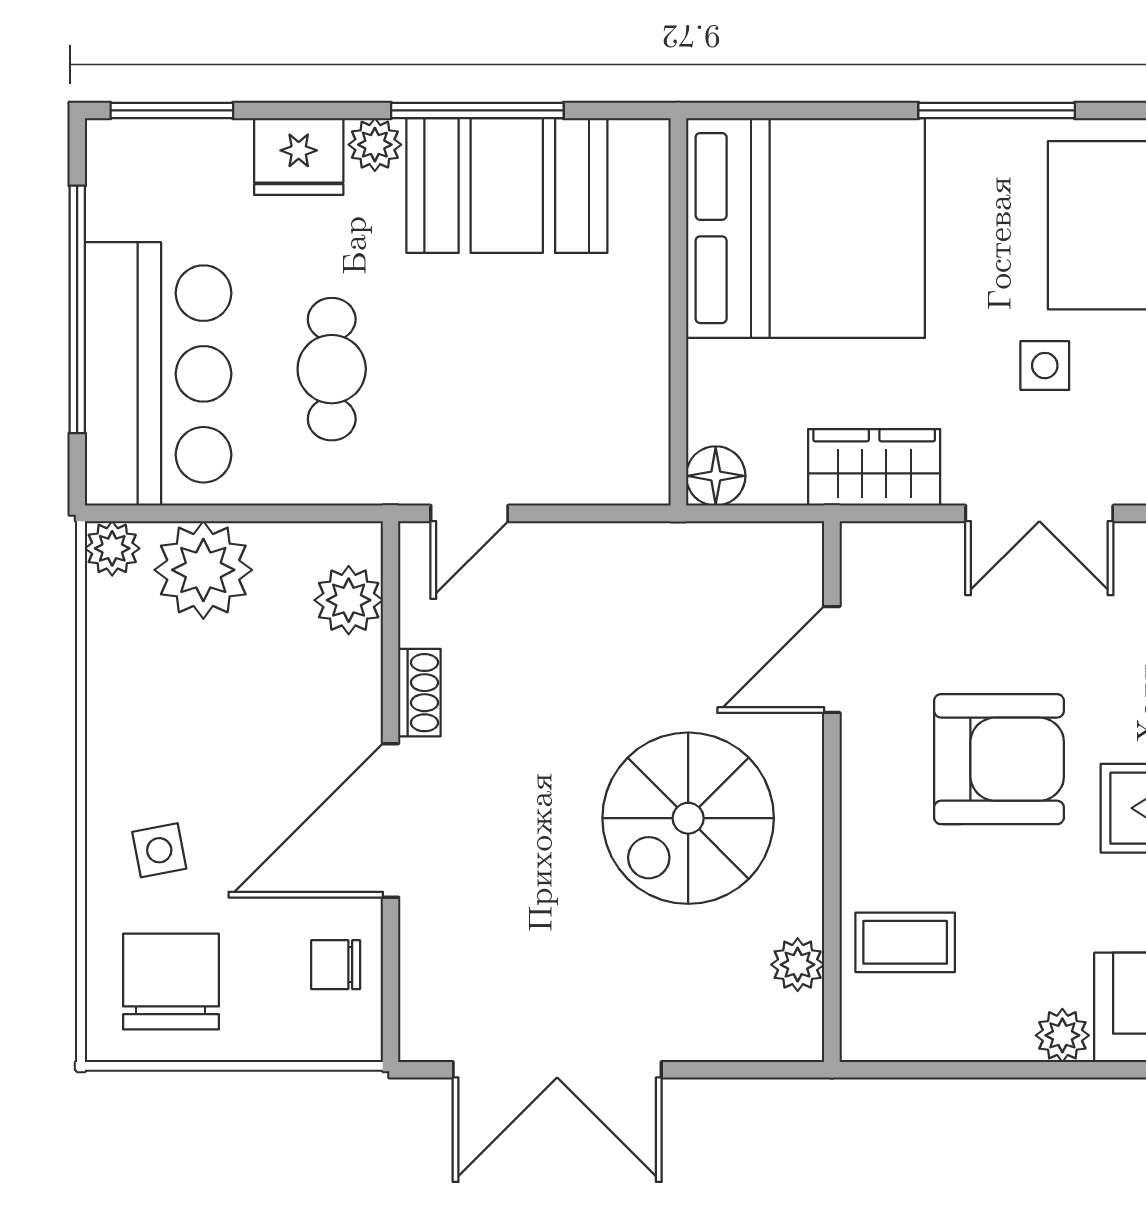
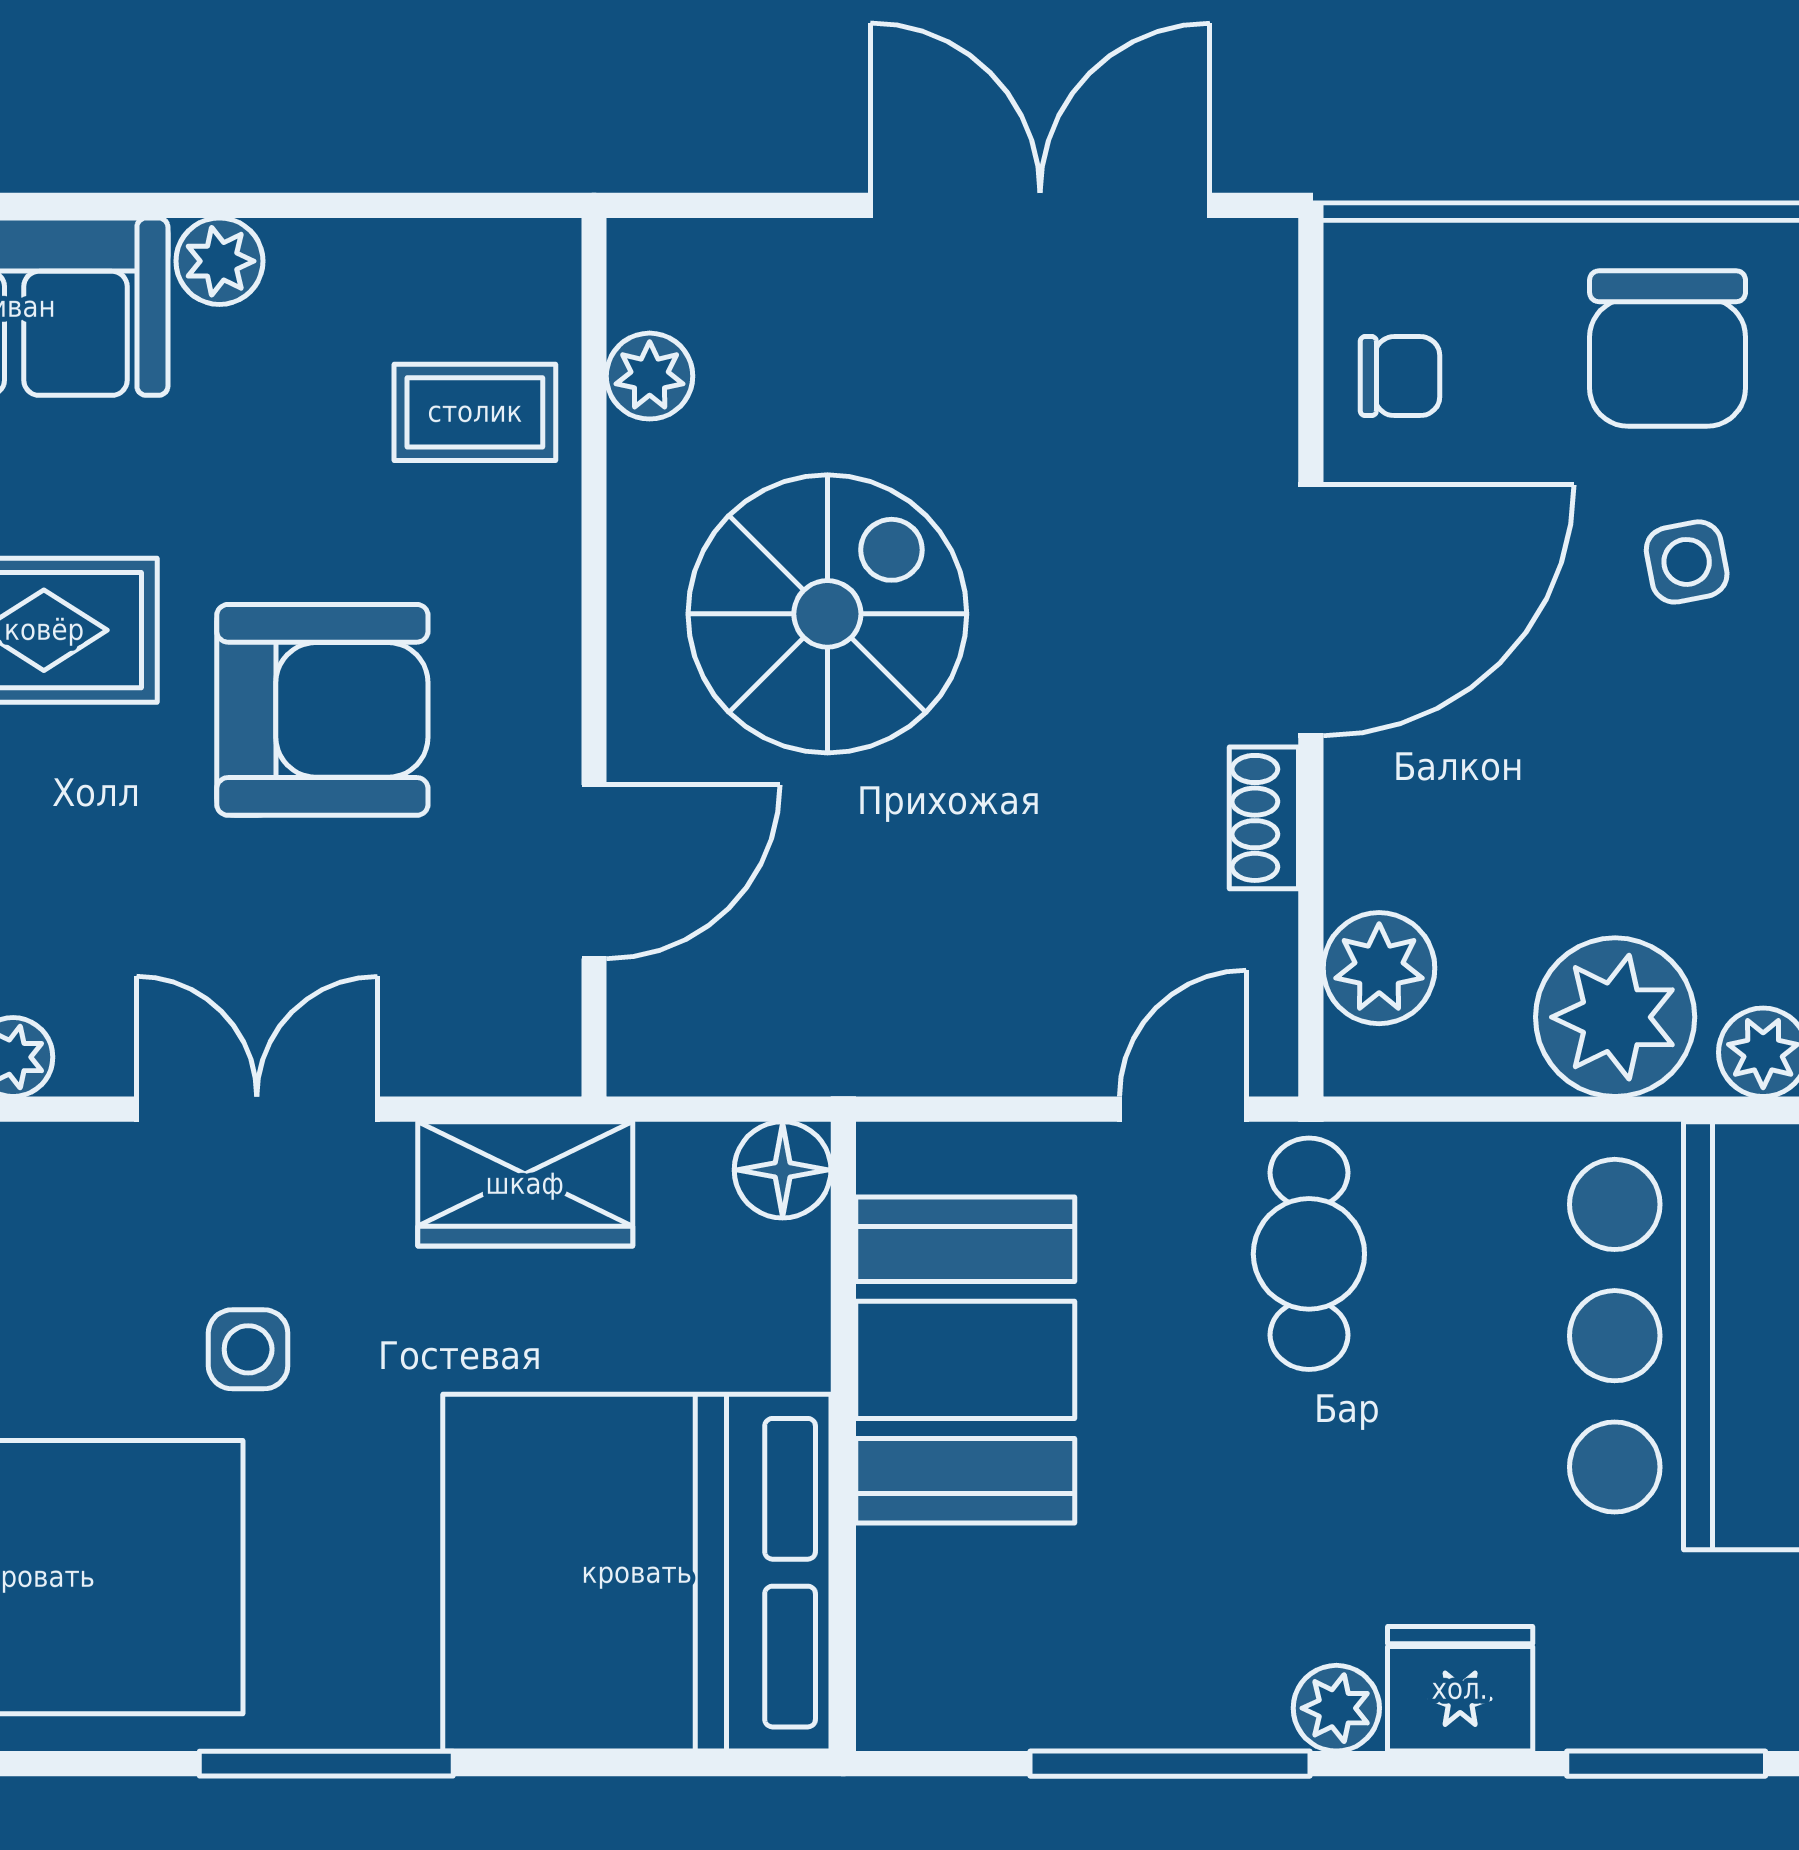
booth: (507, 186) -> (965, 1360), moved, turned 90
cafe table: (332, 369) -> (1309, 1254), moved
armchair: (999, 759) -> (322, 710), turned 180

